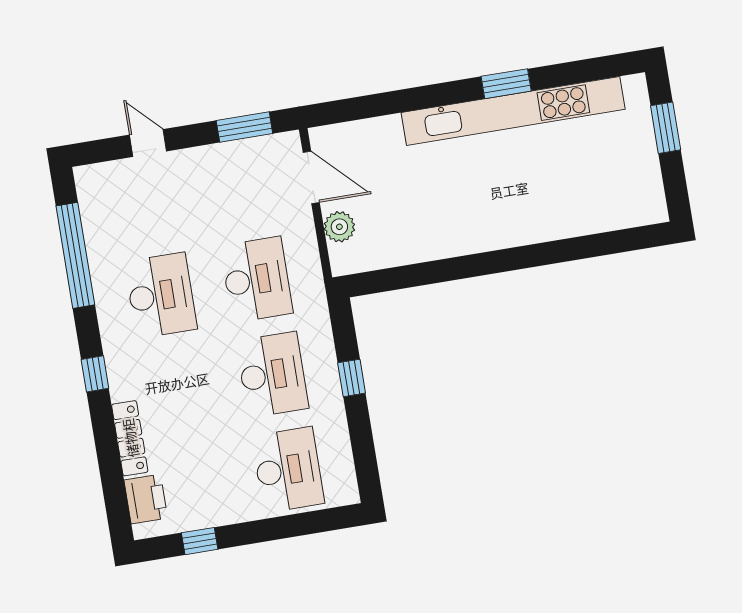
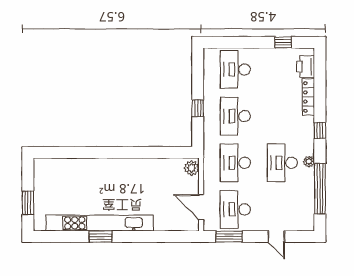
desk: (241, 184) -> (235, 209), added
plant: (339, 227) -> (192, 168), moved
plant: (107, 307) -> (309, 162), added

